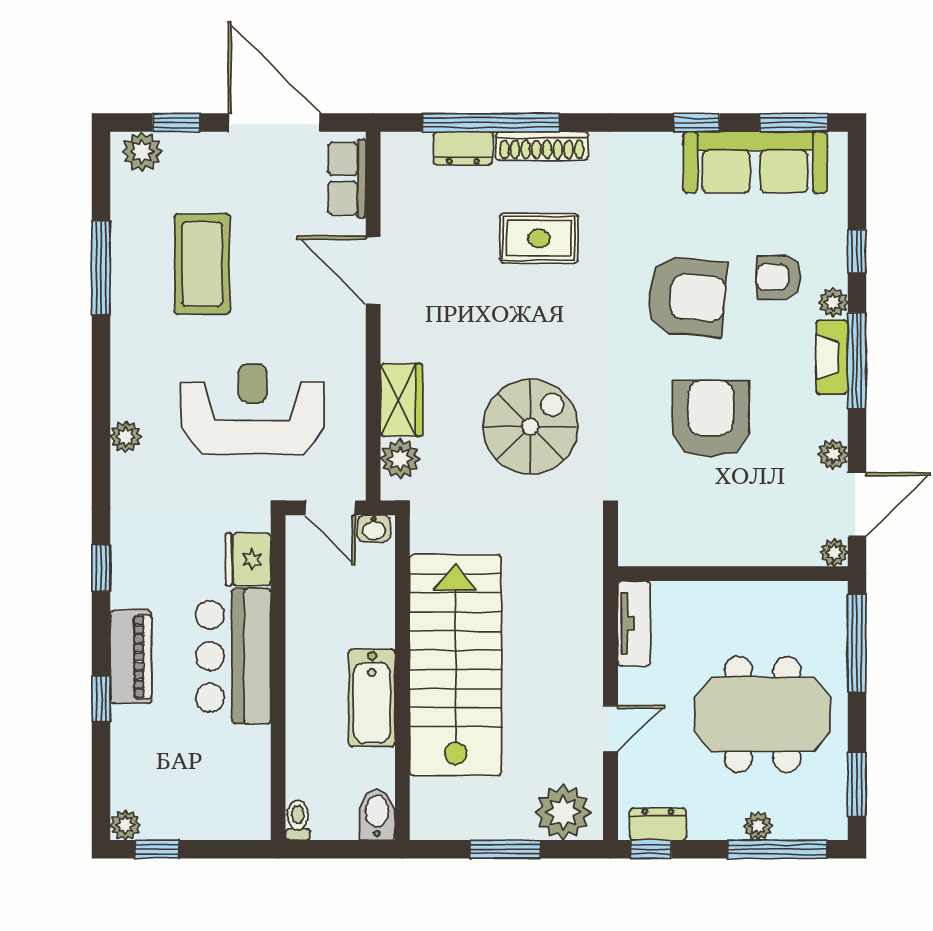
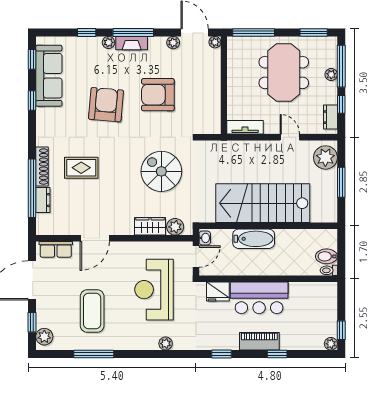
window: (794, 123) -> (32, 59), width x0.67
rug: (539, 238) -> (81, 168), turned 90
coffee table: (202, 264) -> (92, 311), turned 90
armchair: (778, 277) -> (98, 66), removed
bathtub: (372, 698) -> (254, 239), moved
bidet: (377, 815) -> (326, 256), moved
window: (651, 849) -> (341, 104), moved

